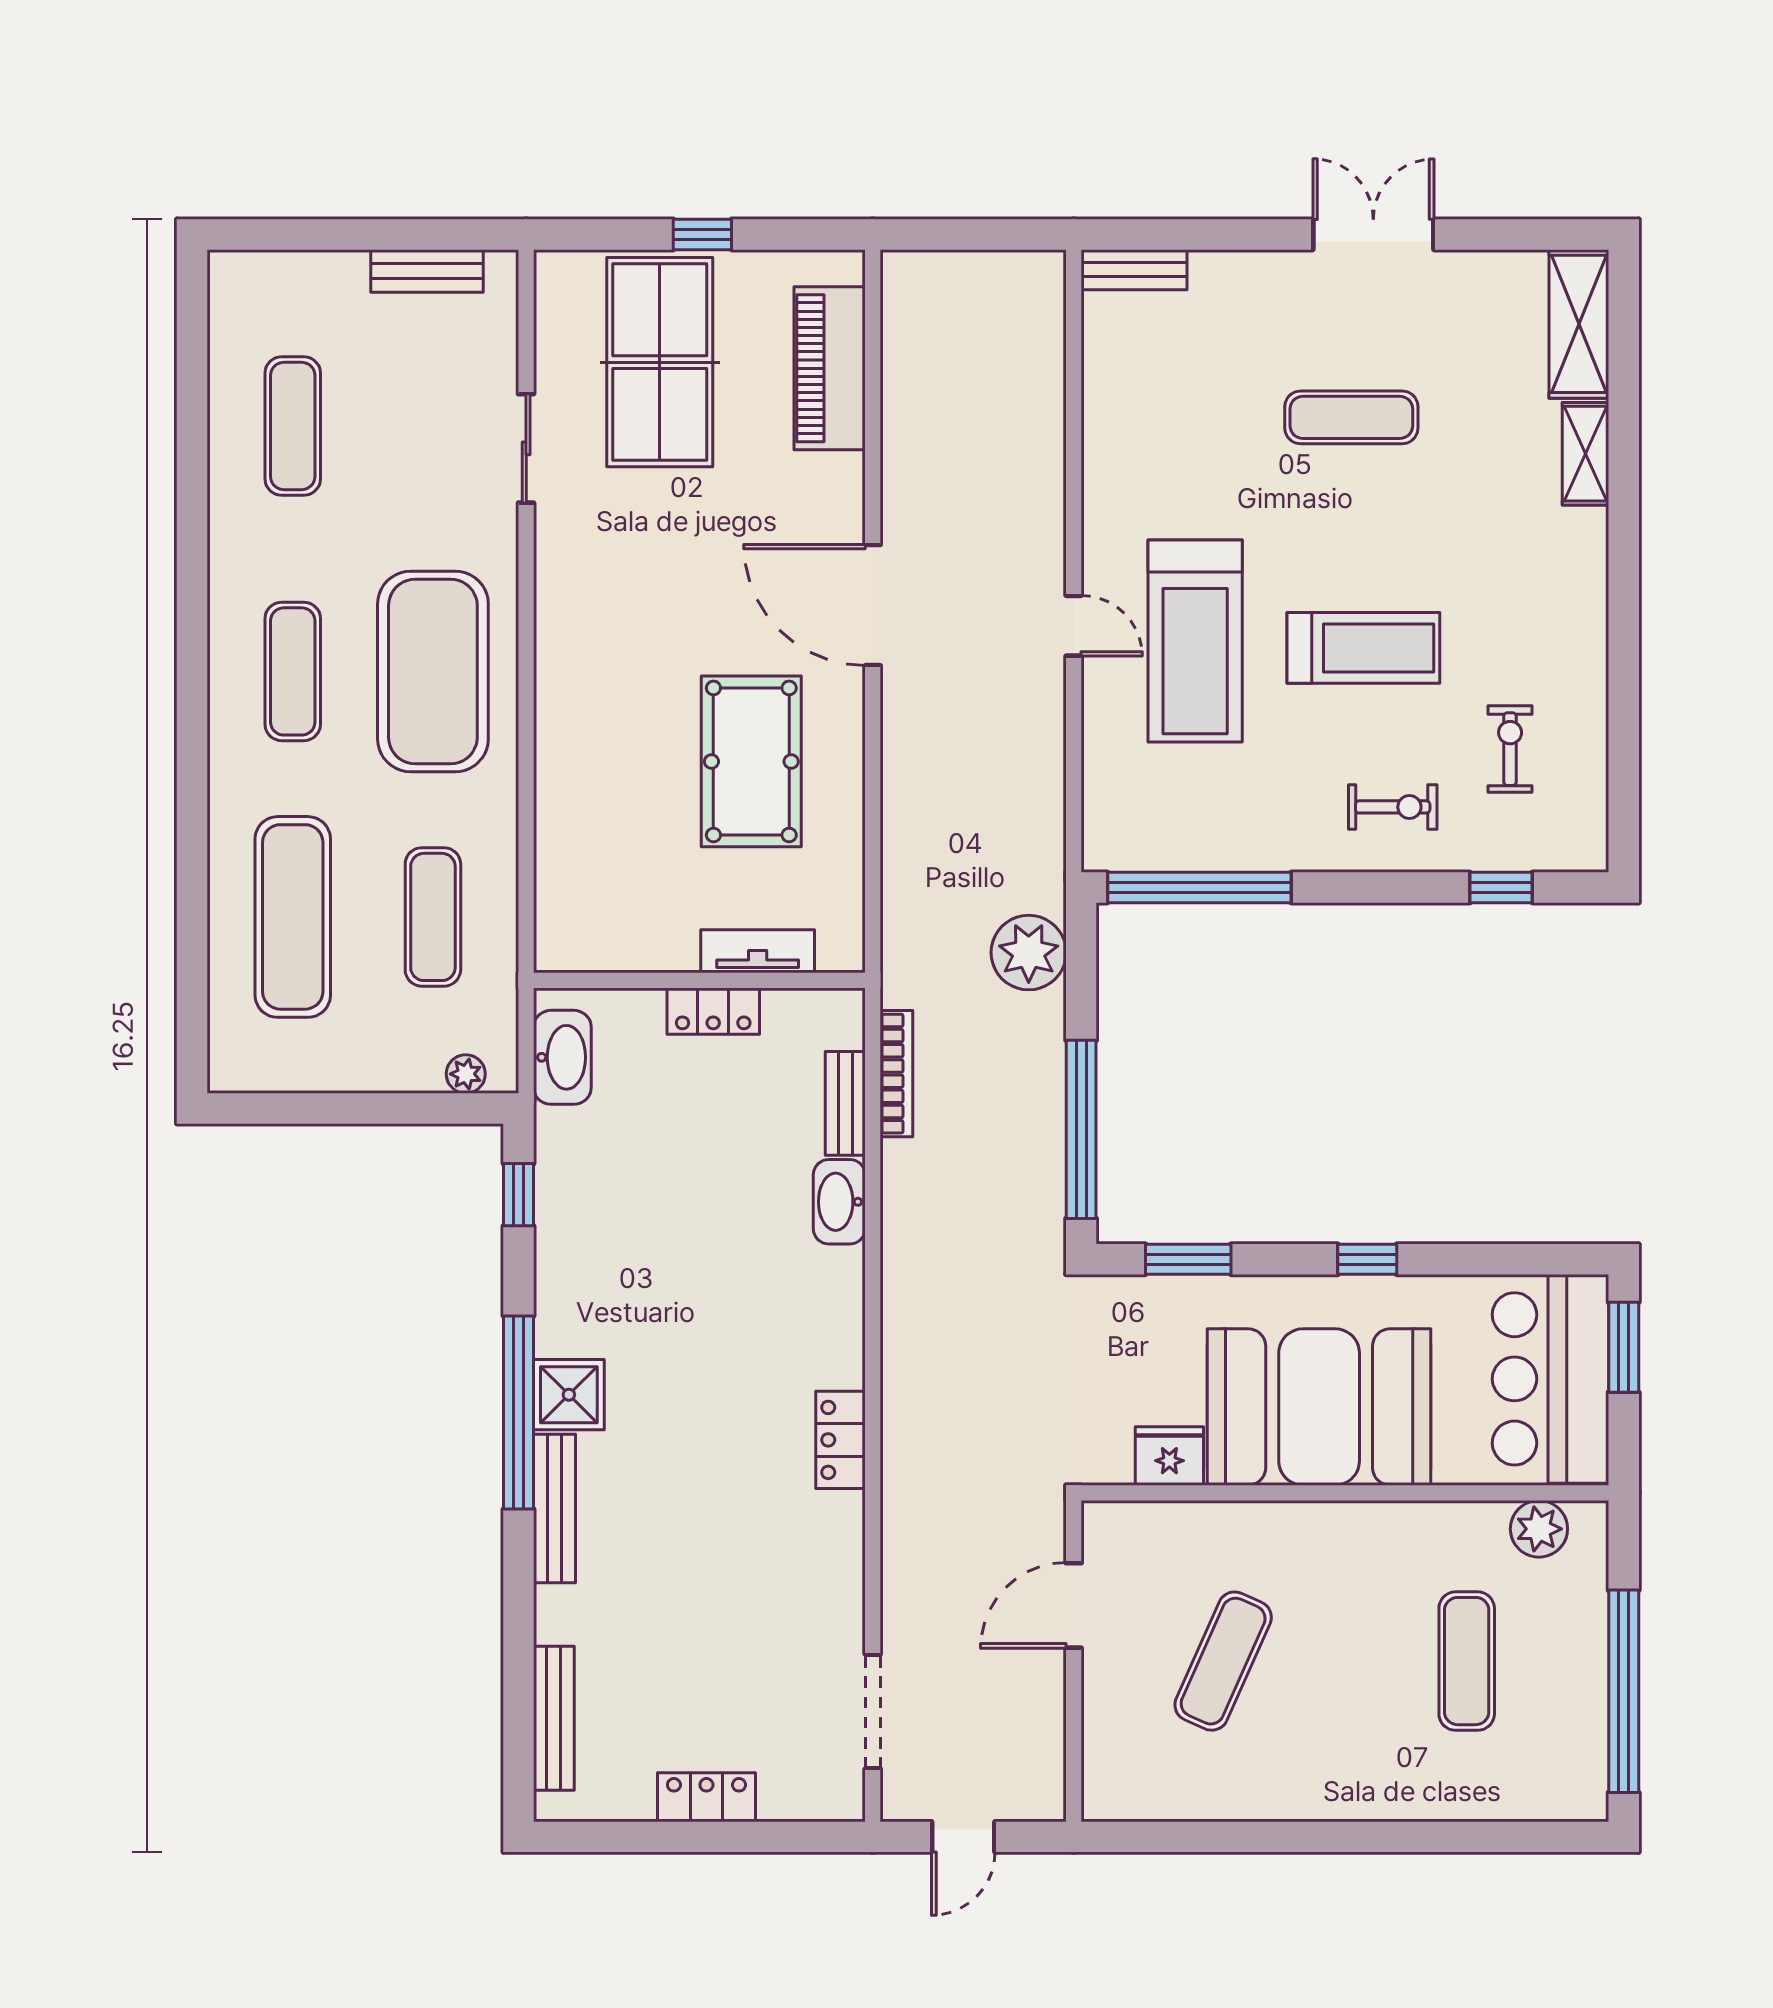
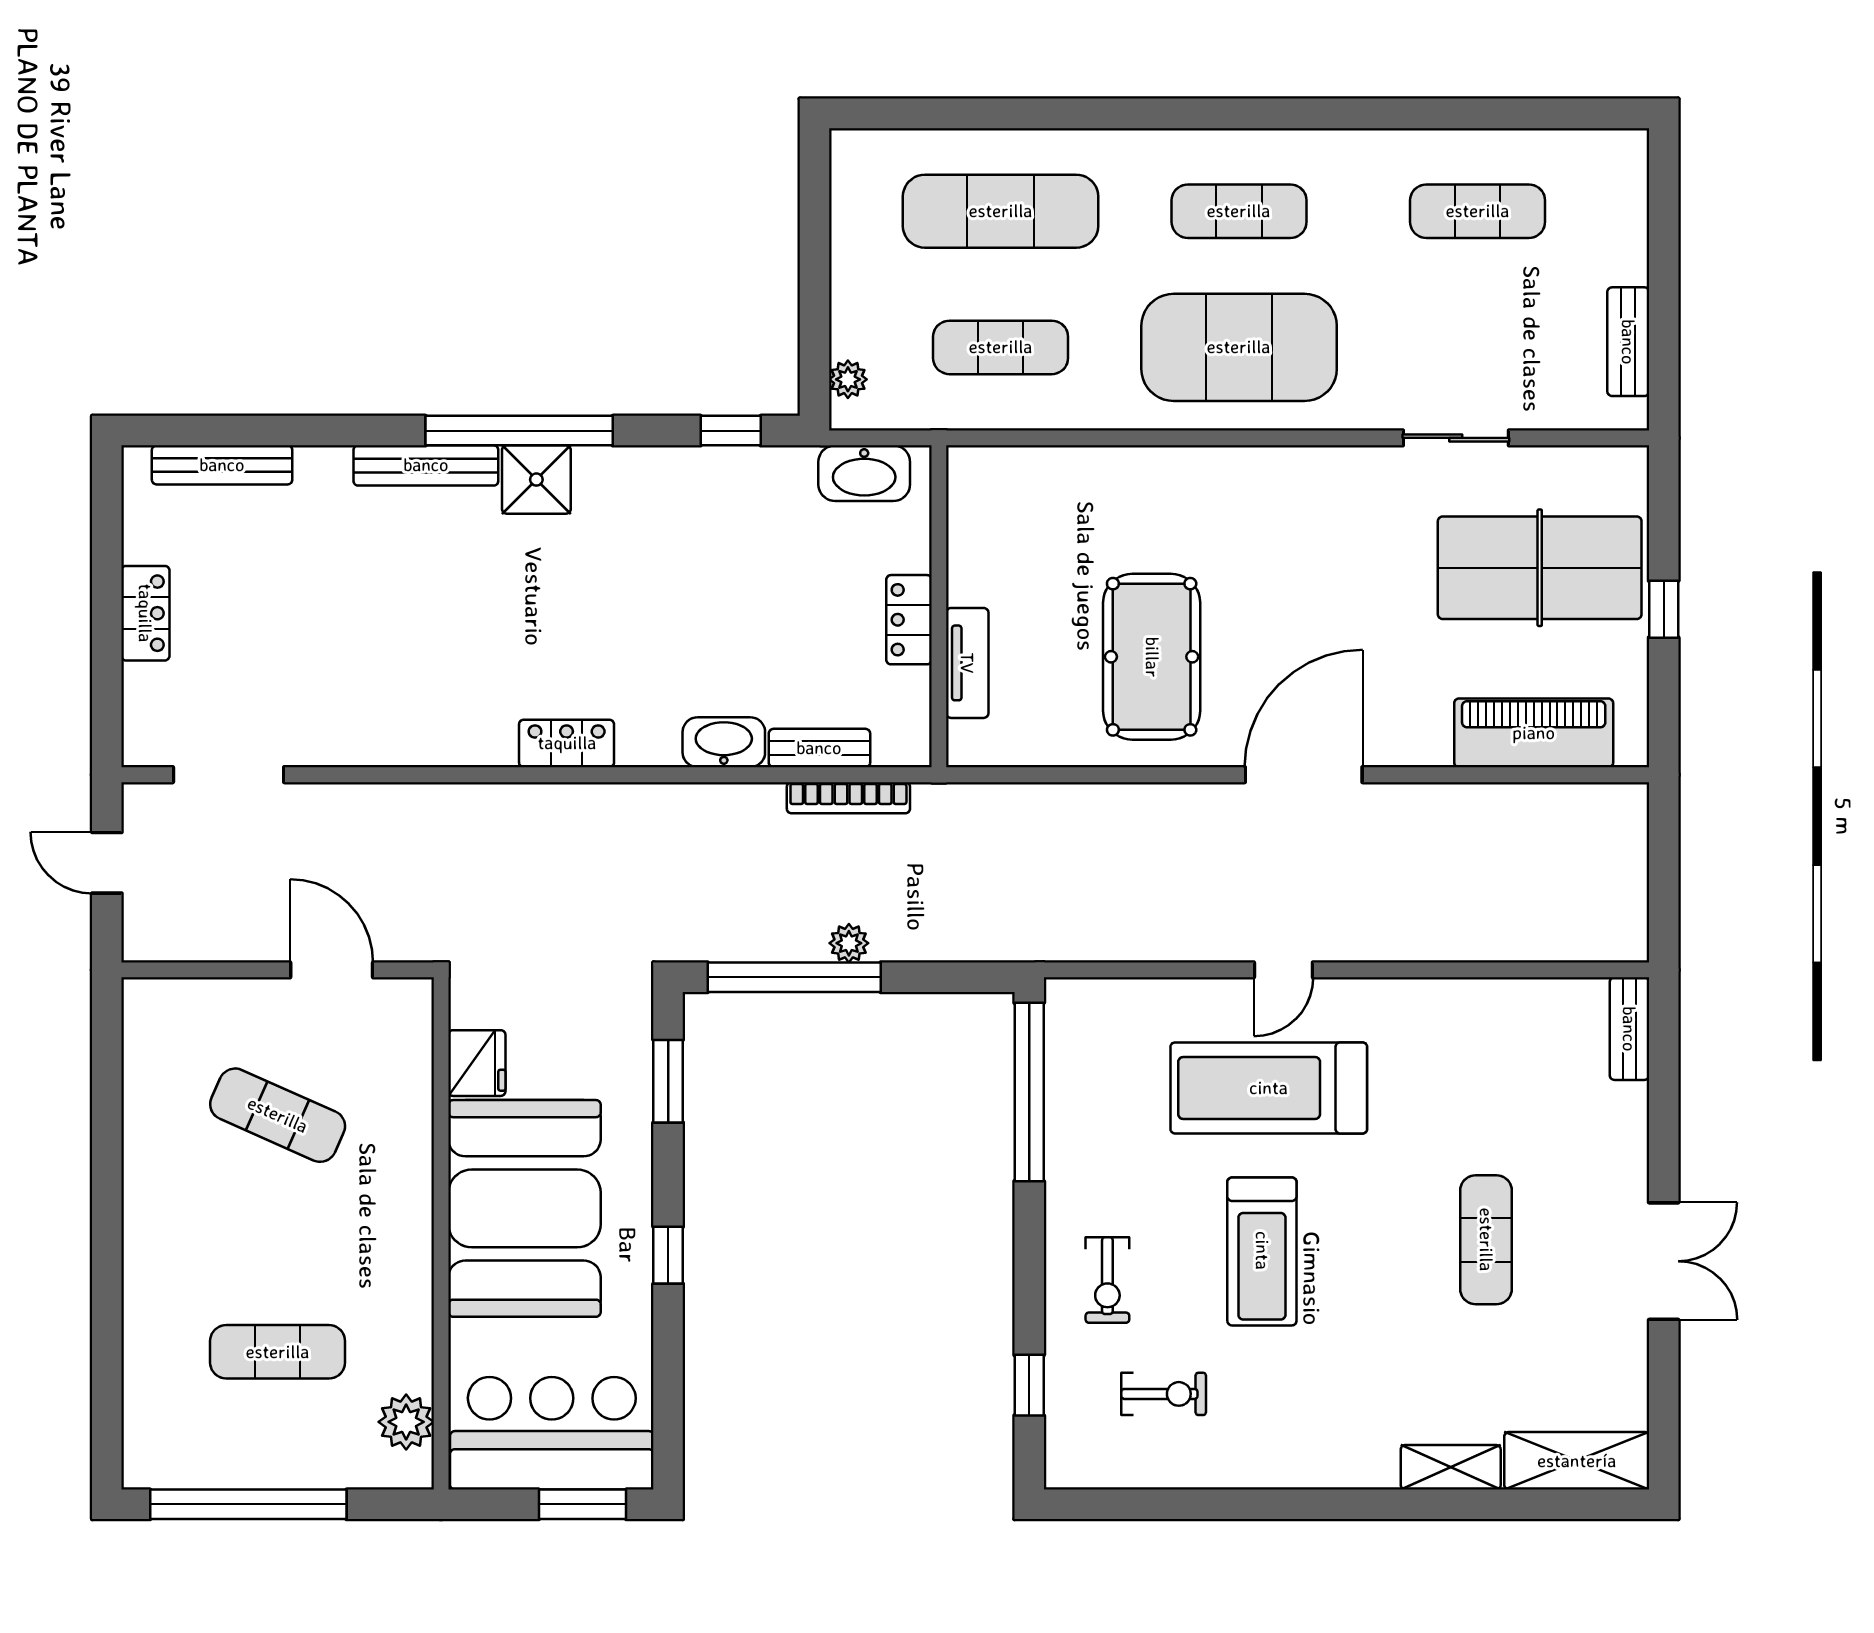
pool table: (751, 761) -> (1152, 657), turned 90
plant: (1029, 953) -> (849, 943), moved, width x0.53, depth x0.53
locker: (841, 1440) -> (567, 743), moved

